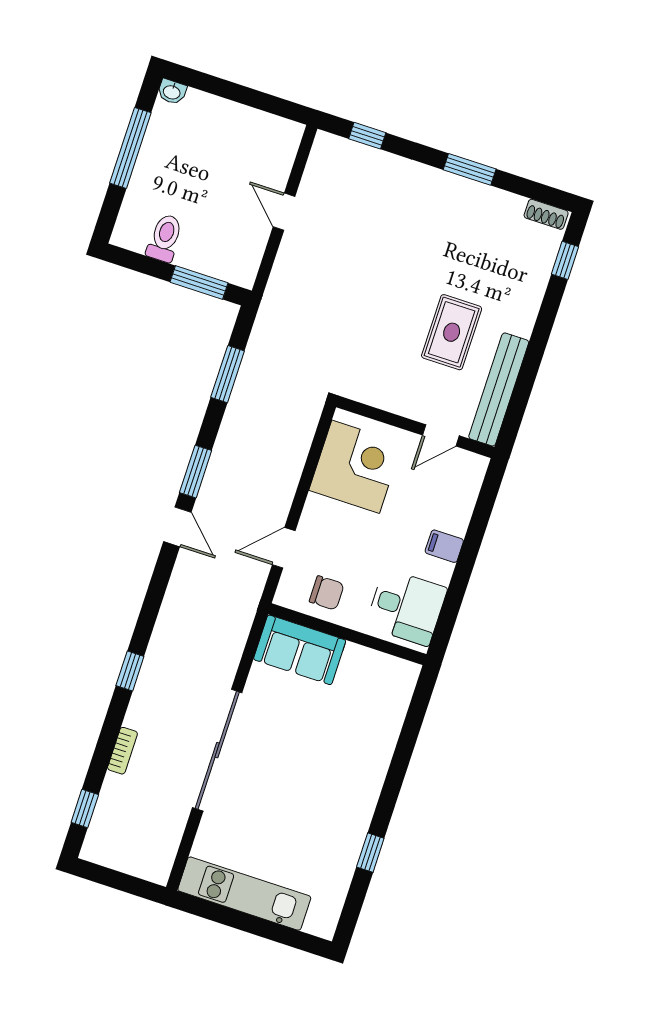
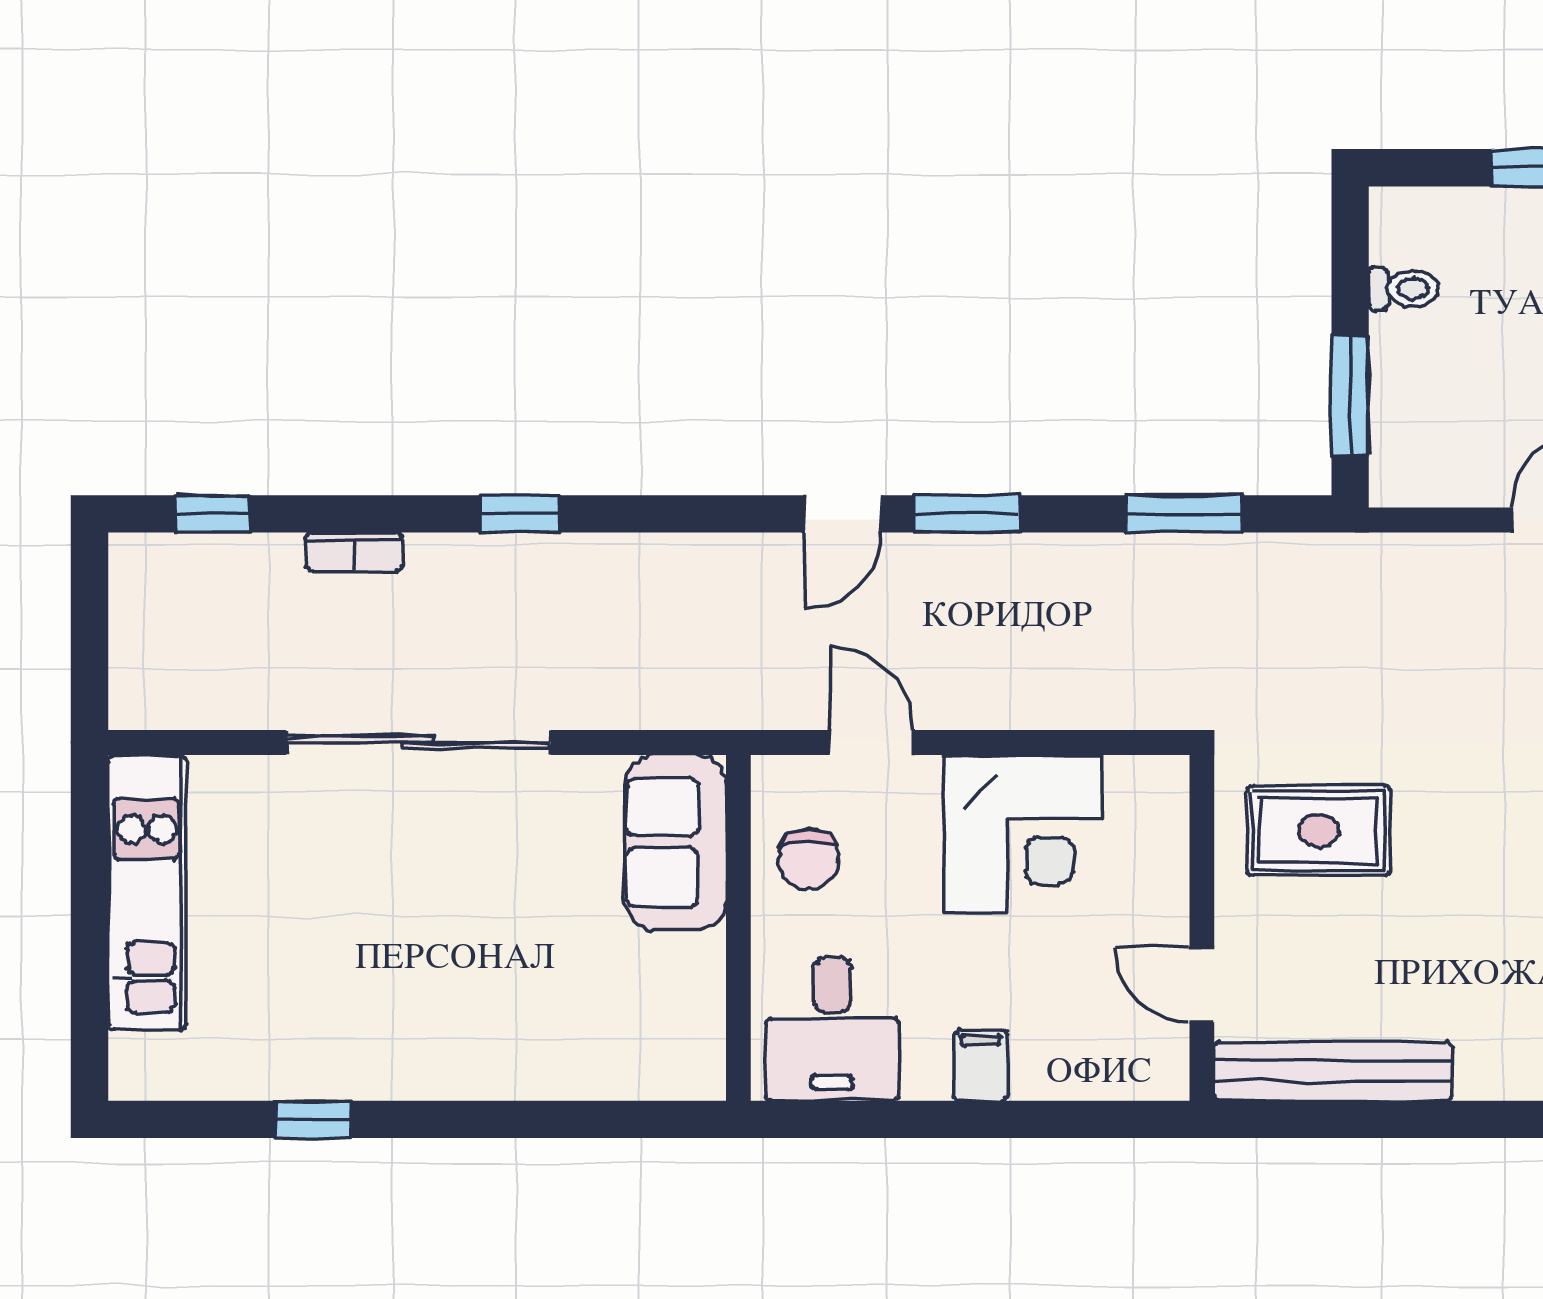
toilet: (165, 238) -> (1404, 289), width x0.73, depth x0.72
rug: (452, 332) -> (1319, 831), moved
corner desk: (356, 467) -> (1023, 834), moved

